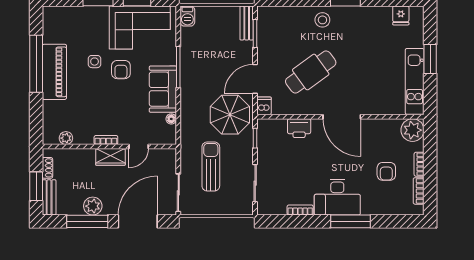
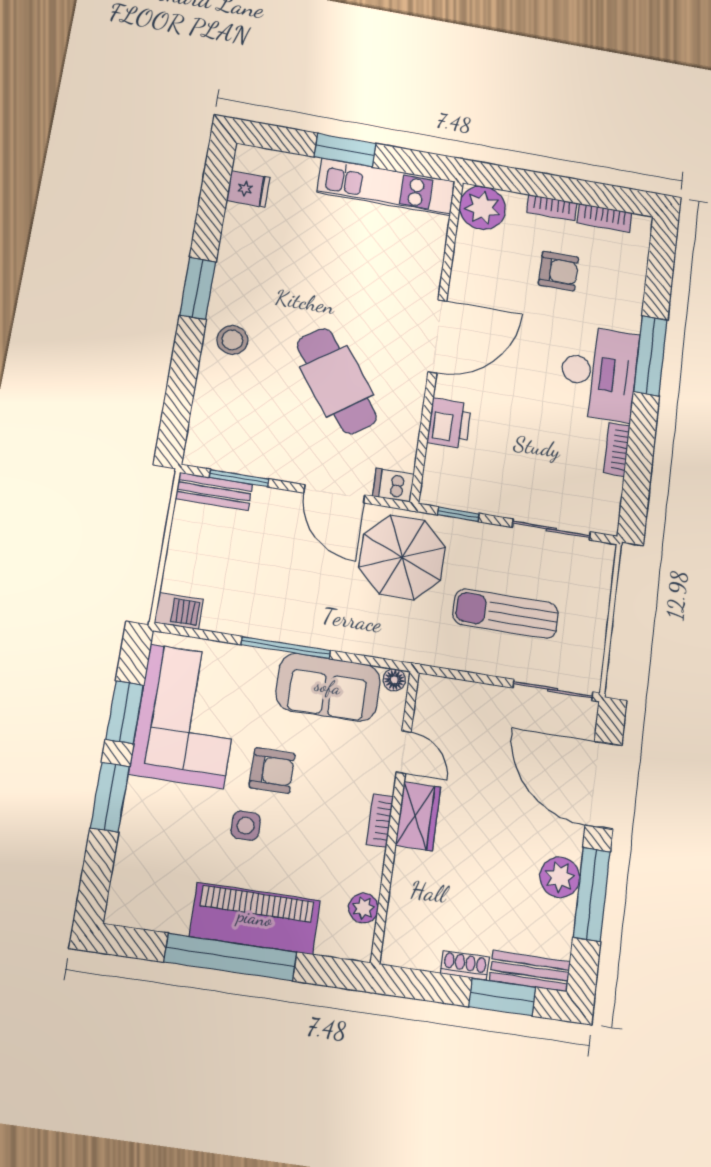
plant: (66, 138) -> (363, 908), moved
bookcase: (106, 140) -> (380, 820), moved
wall: (109, 147) -> (395, 815), moved
door: (139, 147) -> (404, 752), moved
wardrobe: (110, 157) -> (418, 816), moved

